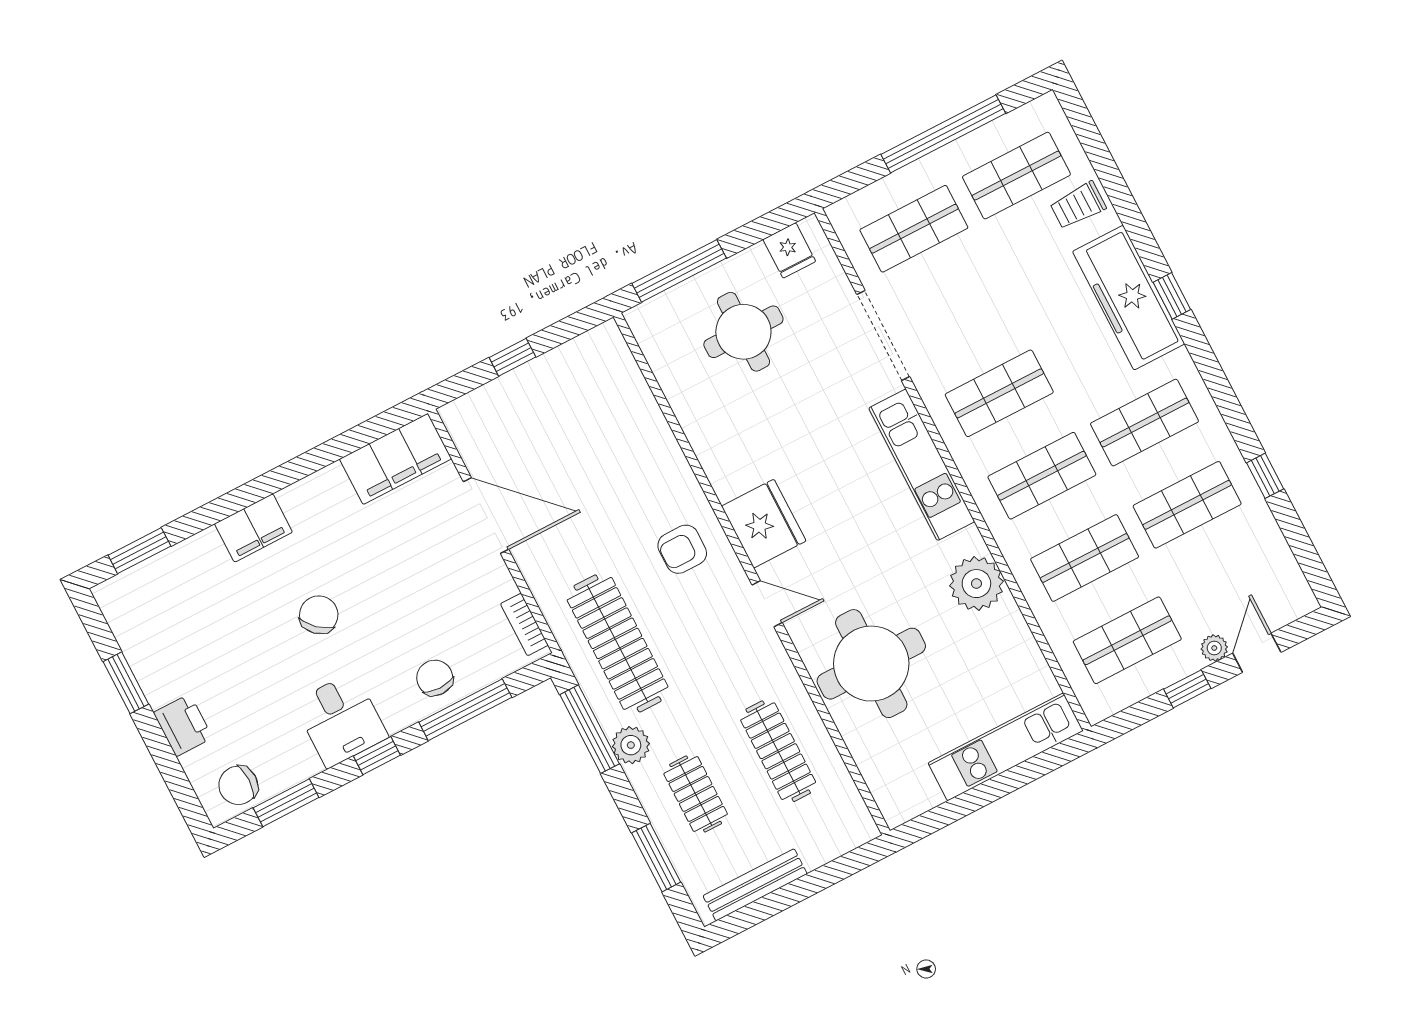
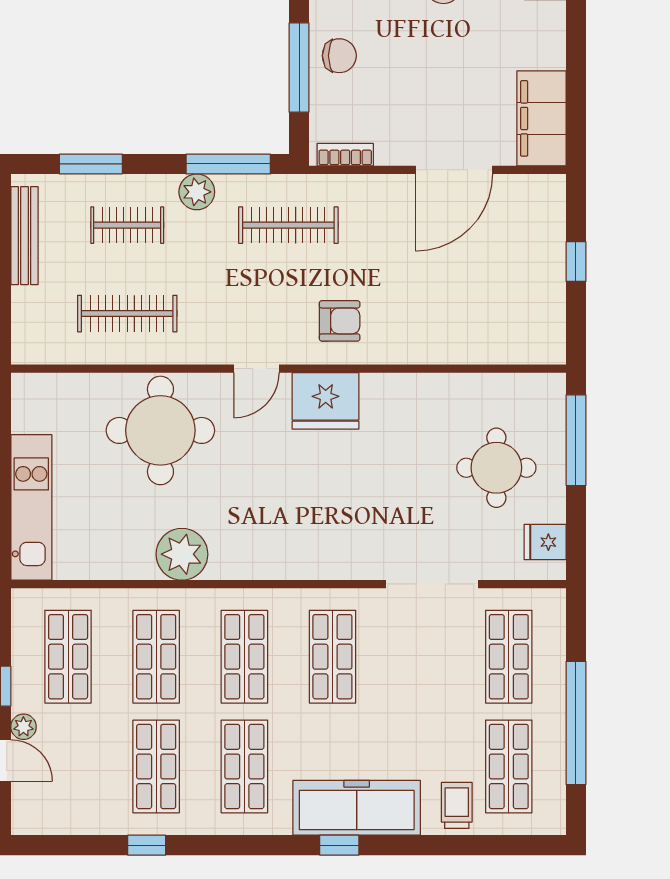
kitchen unit: (922, 465) -> (306, 560), removed
armchair: (682, 549) -> (340, 321), turned 90
clothes rail: (618, 643) -> (288, 225), width x0.73, depth x0.76

